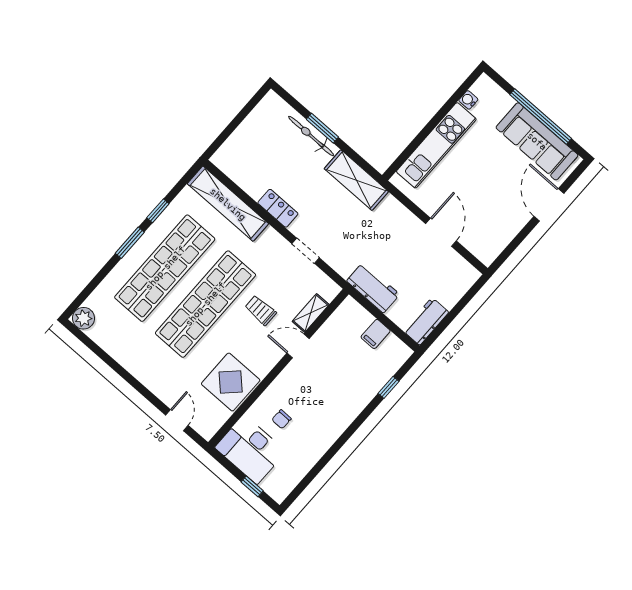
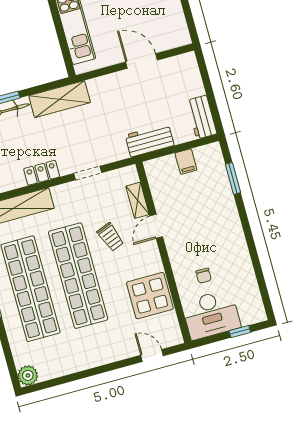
trolley: (261, 310) -> (110, 237), turned -111
window: (388, 387) -> (233, 178), width x1.50

